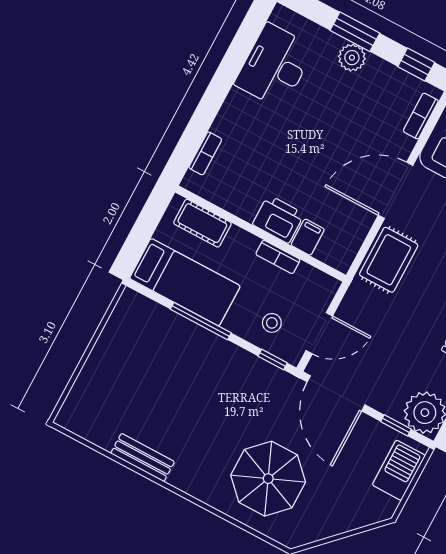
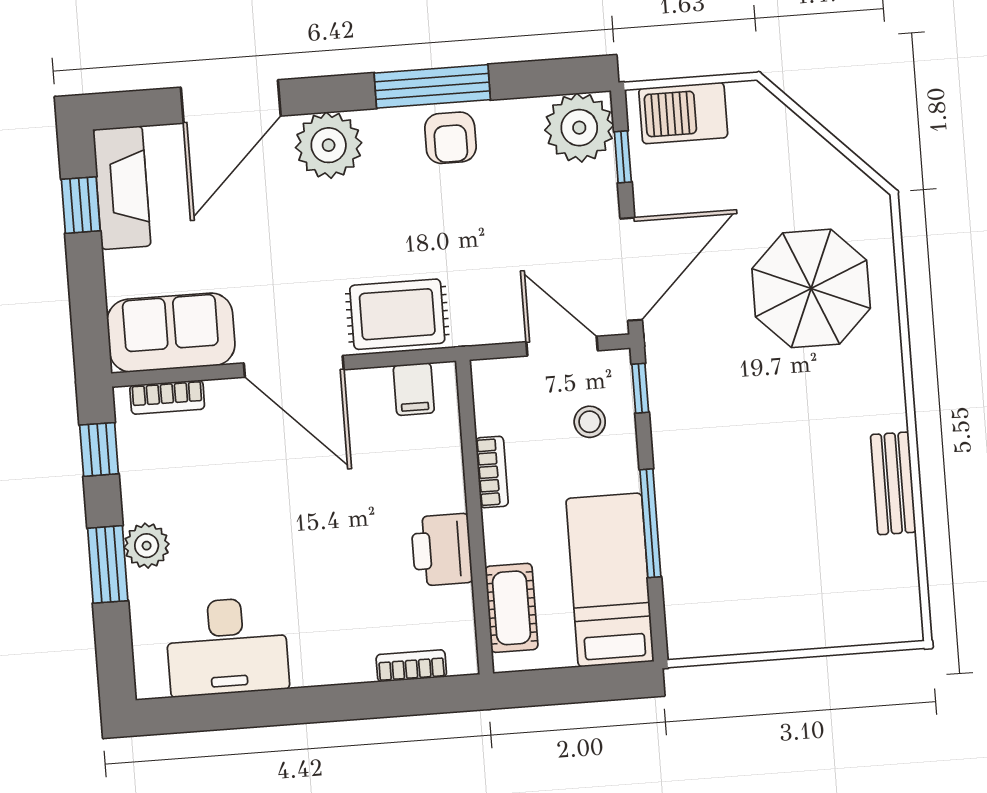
printer: (278, 219) -> (442, 550), moved
filing cabinet: (308, 237) -> (414, 389), moved, turned -90

